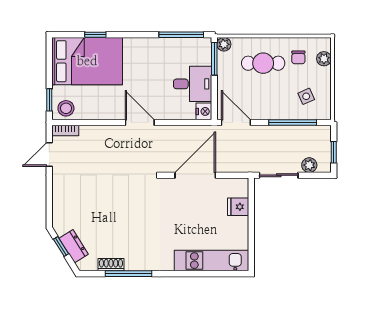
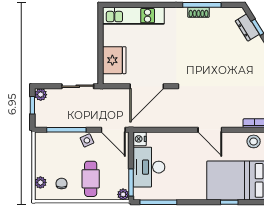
cafe table: (263, 63) -> (91, 179), turned 90
desk: (193, 84) -> (149, 167), width x1.37
side table: (306, 96) -> (87, 140), moved
door: (140, 123) -> (210, 130), moved
plant: (309, 165) -> (41, 95), moved
fridge: (238, 207) -> (114, 60), width x1.88, depth x1.34
shoe rack: (111, 265) -> (199, 12), moved

